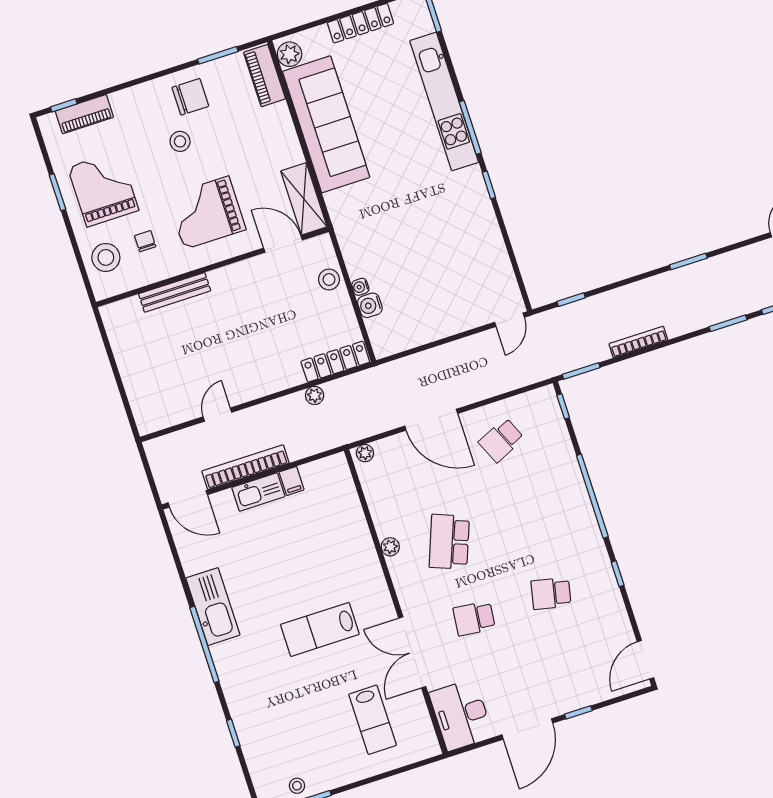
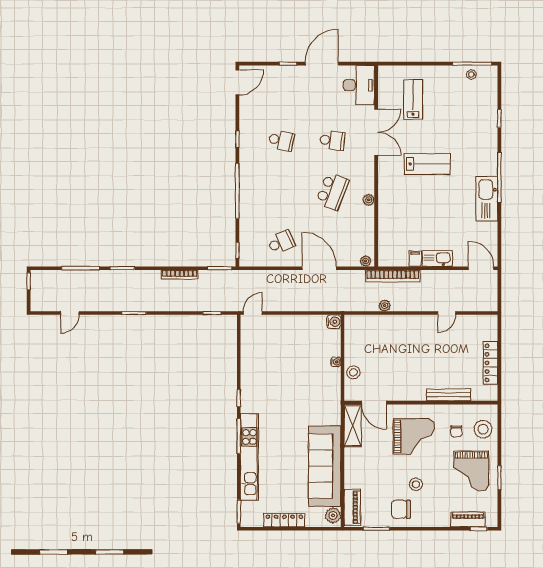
water cooler: (370, 305) -> (334, 322), moved
locker: (335, 362) -> (491, 363), moved, turned 90
bookcase: (245, 467) -> (393, 276), moved

